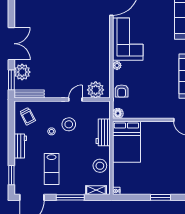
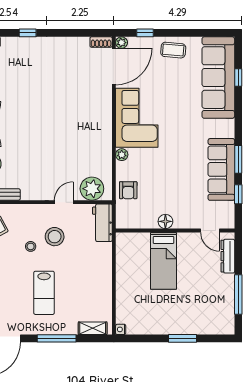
floor lamp: (118, 113) -> (165, 221), moved
workbench: (103, 132) -> (102, 223), moved
bed: (126, 142) -> (163, 261), moved, width x0.67
stool: (100, 166) -> (98, 294), removed
lab bench: (52, 169) -> (44, 293), moved

